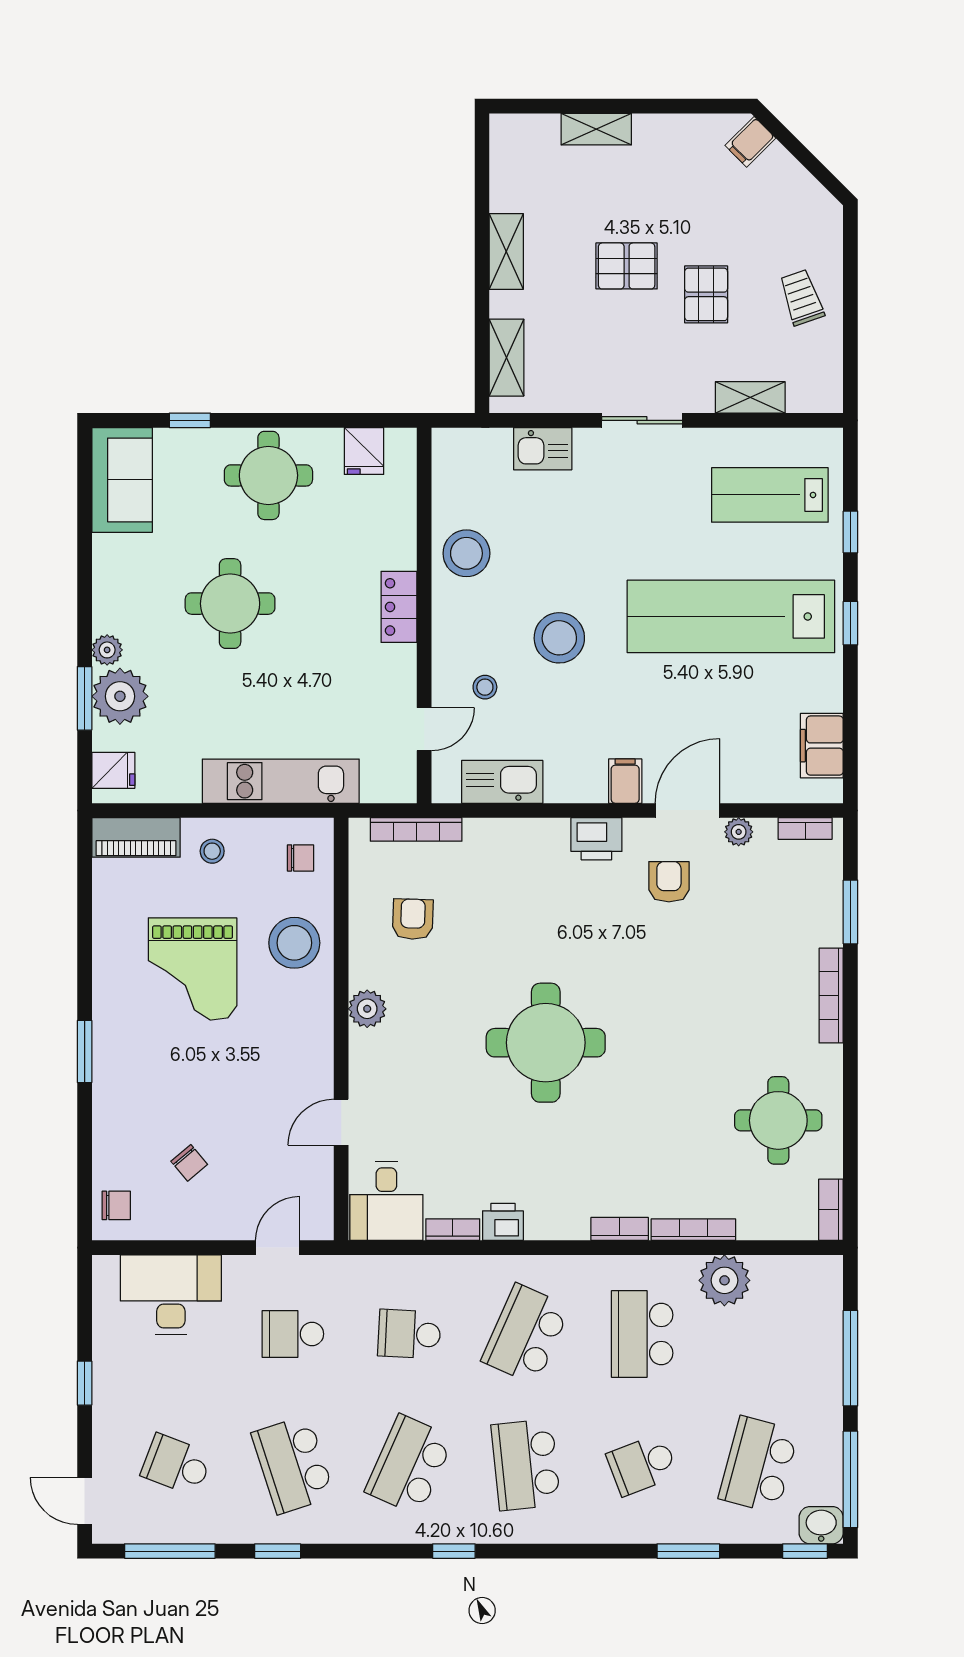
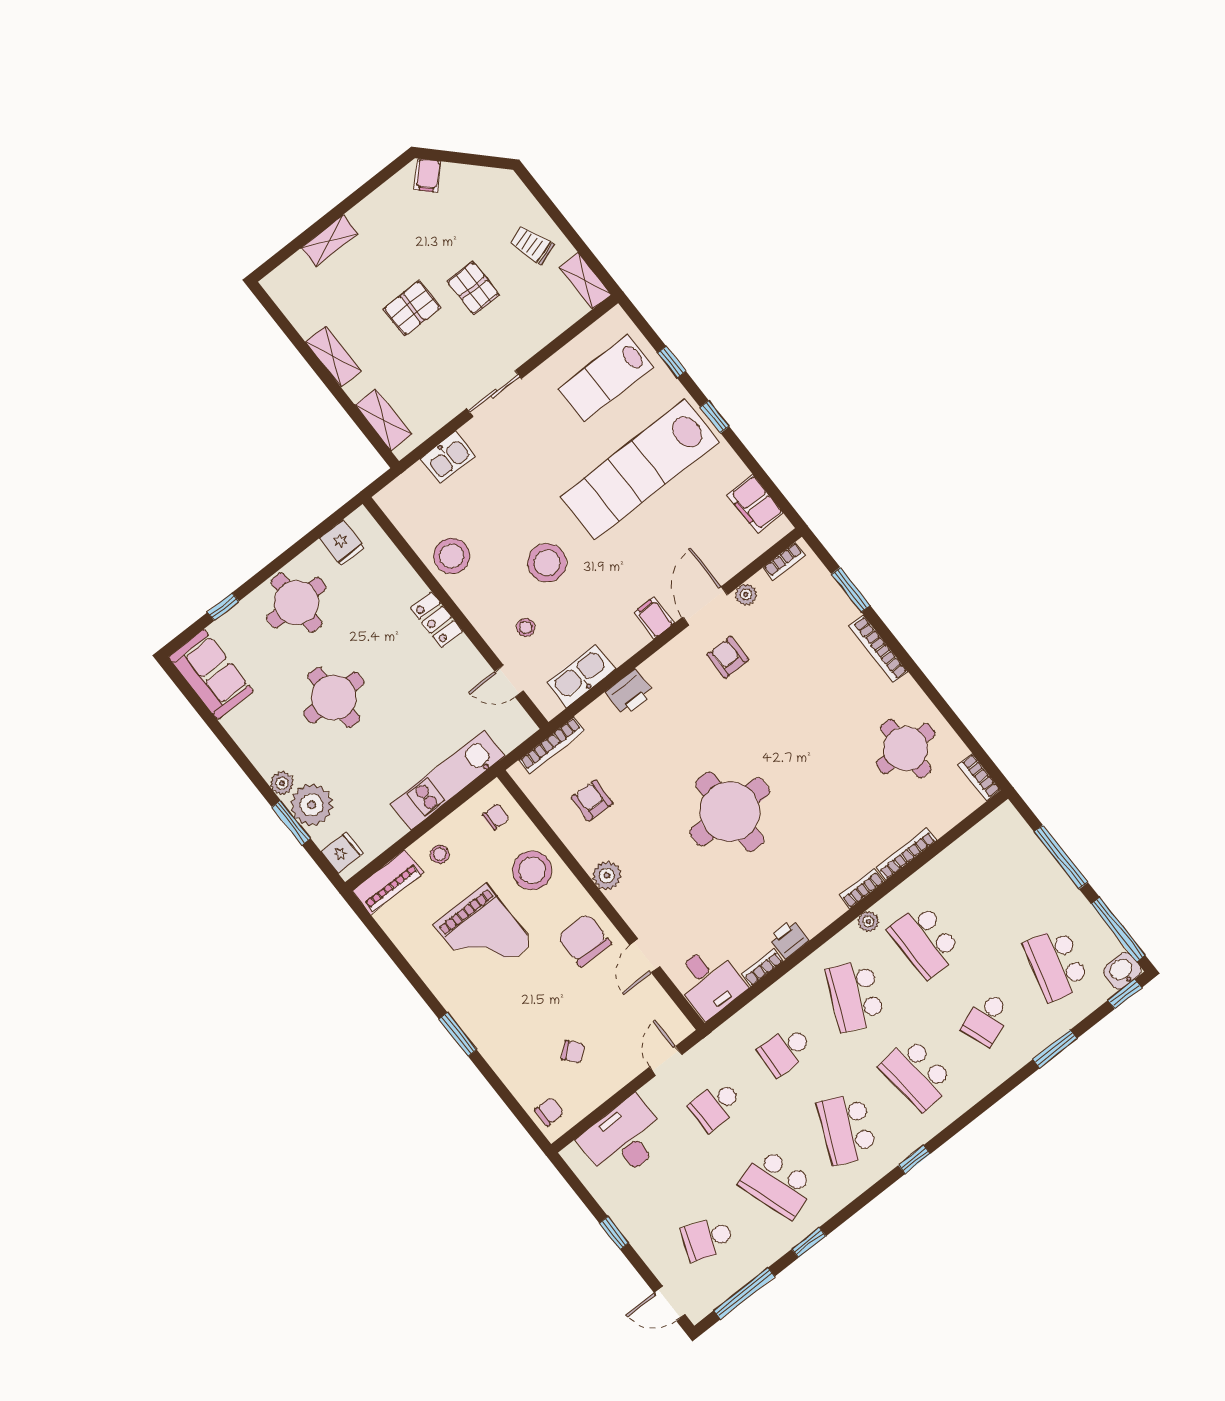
shelving: (750, 397) -> (585, 281), moved, turned 90
door: (424, 729) -> (509, 681), swing flipped
printer: (596, 839) -> (630, 693), moved
chair: (292, 1057) -> (584, 940), added
plant: (724, 1280) -> (868, 922), moved, width x0.53, depth x0.53

